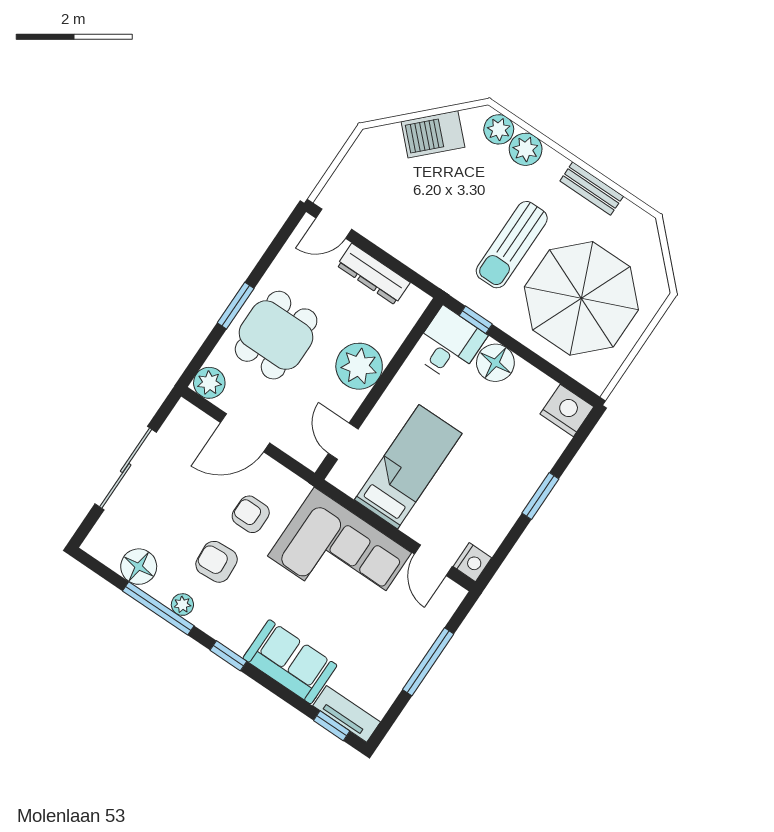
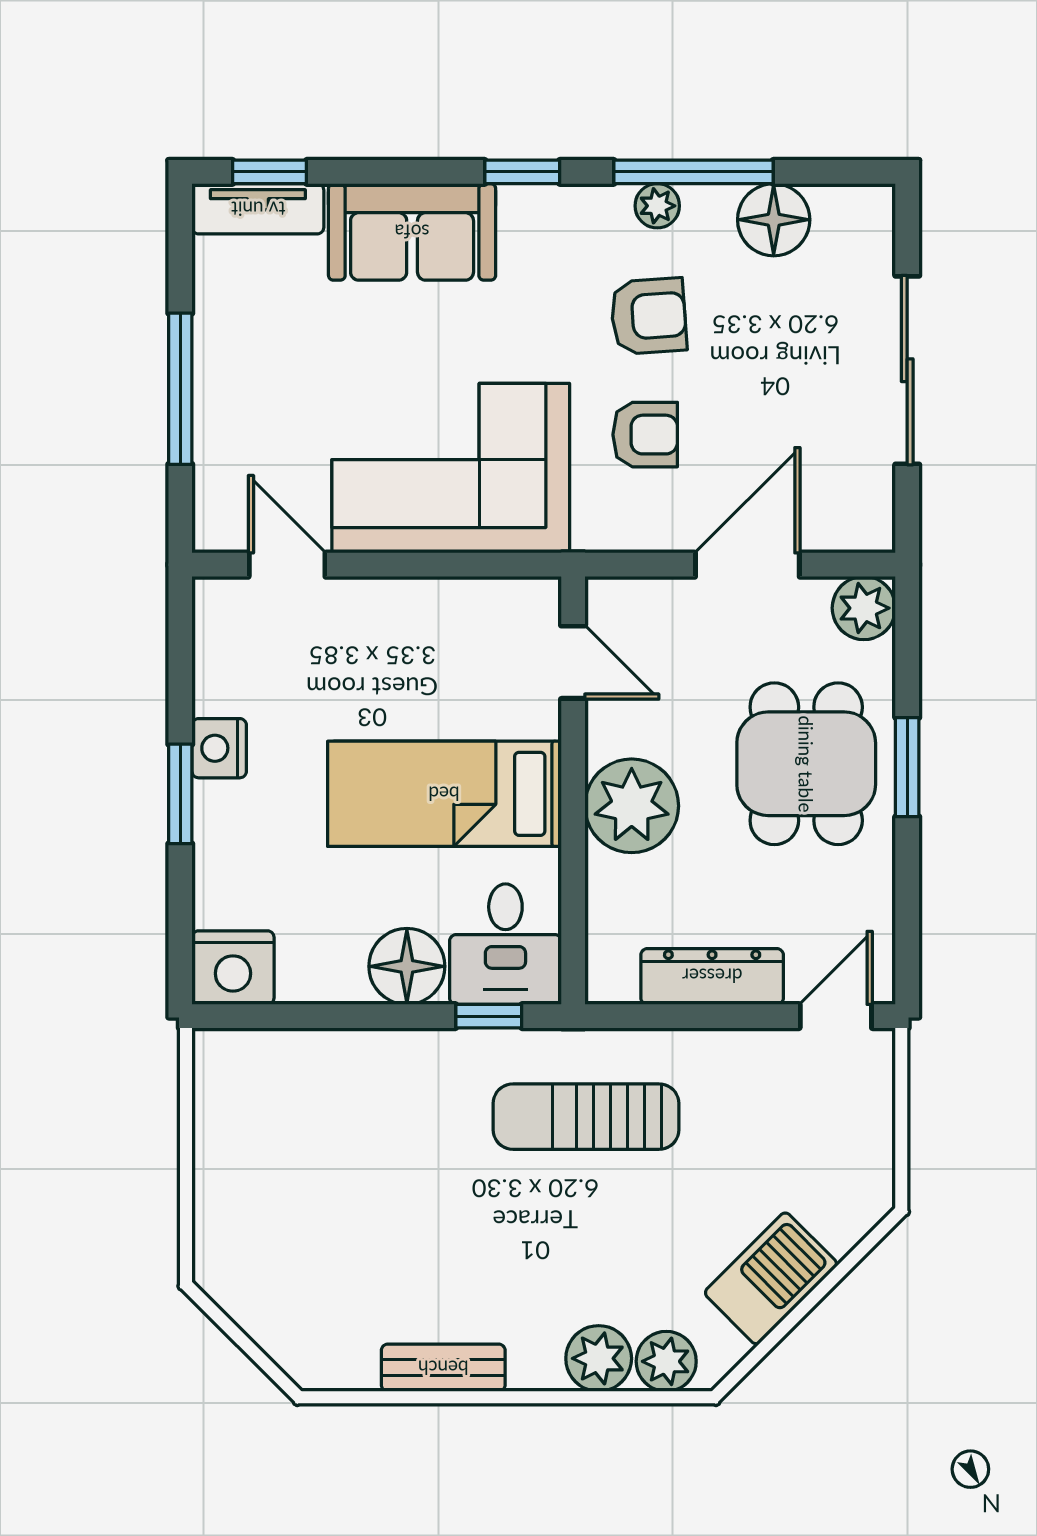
sun lounger: (512, 245) -> (586, 1117), moved, turned -90
parasol: (581, 298) -> (336, 1172), removed
bed: (408, 467) -> (444, 794), moved, turned 90
nightstand: (472, 562) -> (219, 748), moved

